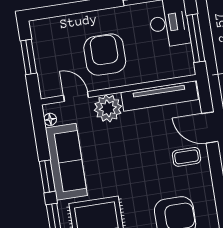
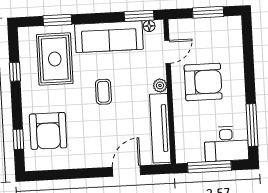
plant: (108, 108) -> (160, 85), width x0.53, depth x0.53
coffee table: (186, 157) -> (103, 92), moved
window: (47, 176) -> (139, 16), moved

